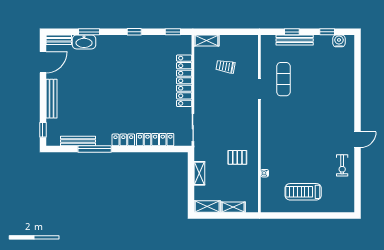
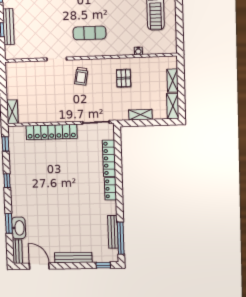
trolley: (226, 67) -> (81, 76), moved
exercise mat: (283, 79) -> (89, 33), moved
window: (95, 149) -> (121, 238), moved

